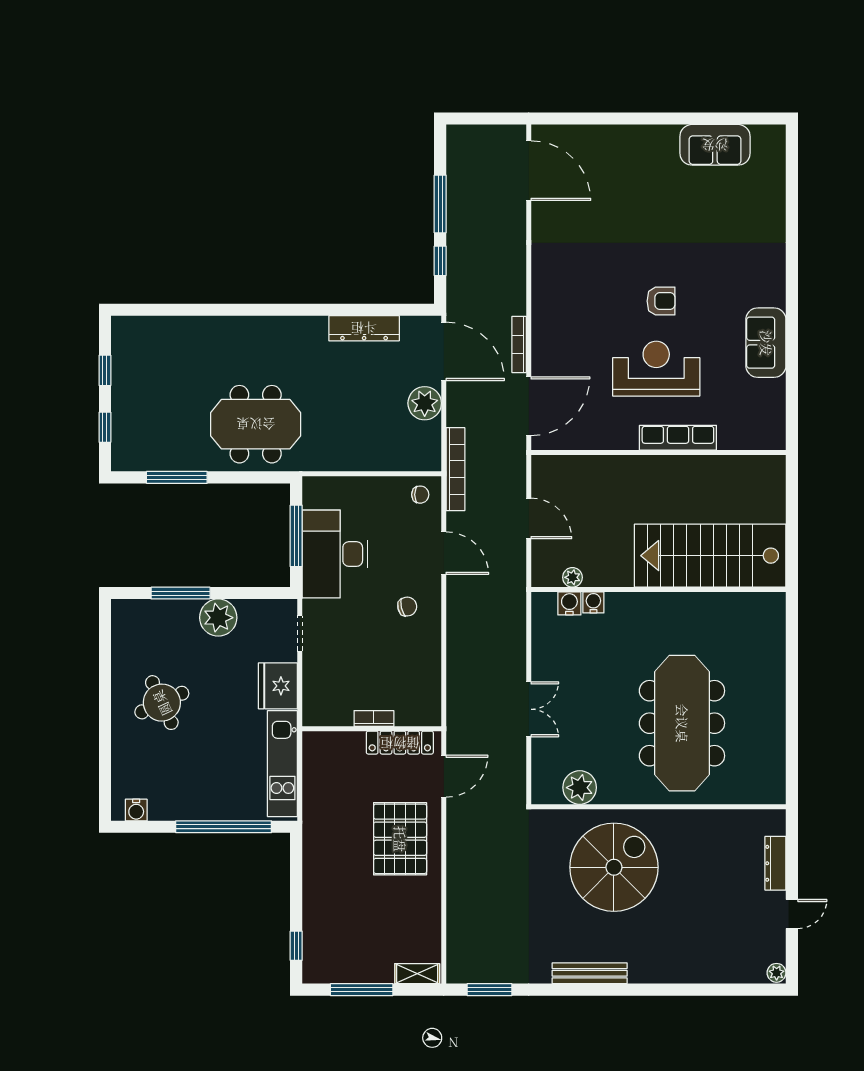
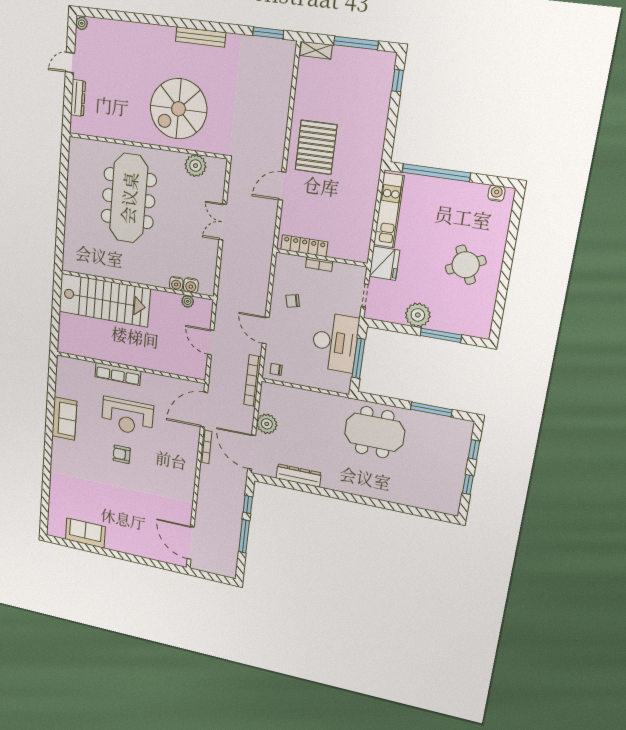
bookcase: (374, 718) -> (319, 264), moved
wall: (372, 729) -> (321, 258), moved
locker: (400, 743) -> (304, 246), moved

